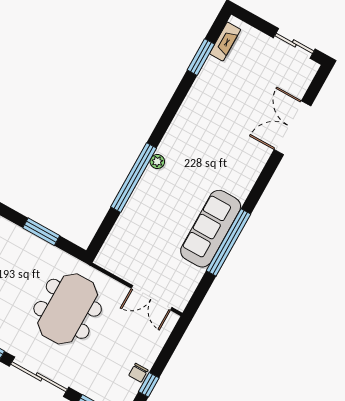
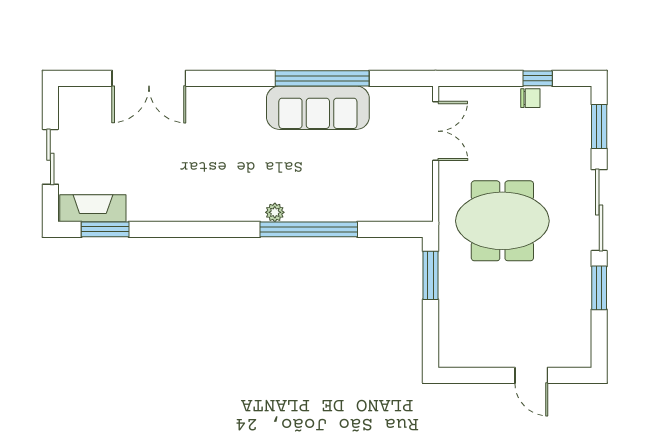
fireplace: (225, 42) -> (93, 208), width x1.37, depth x1.32
sliding door: (294, 43) -> (50, 157), moved
window: (201, 57) -> (105, 229), moved
window: (41, 232) -> (430, 275), moved

